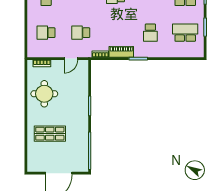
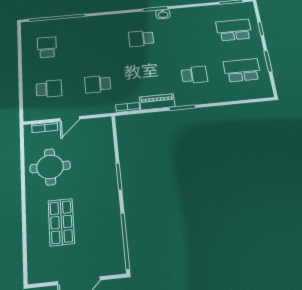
school desk: (46, 33) -> (49, 89), turned 180
school desk: (150, 33) -> (194, 75), turned -90
door: (71, 59) -> (70, 119), moved
shop shelf: (50, 134) -> (61, 222), turned 90

